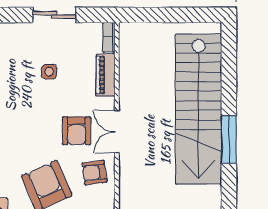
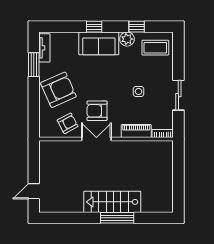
stairs: (199, 109) -> (112, 202), width x0.54, depth x0.66
window: (229, 140) -> (117, 218), moved
armchair: (94, 173) -> (68, 123), turned 70

